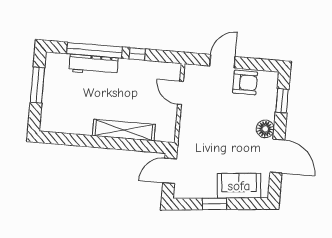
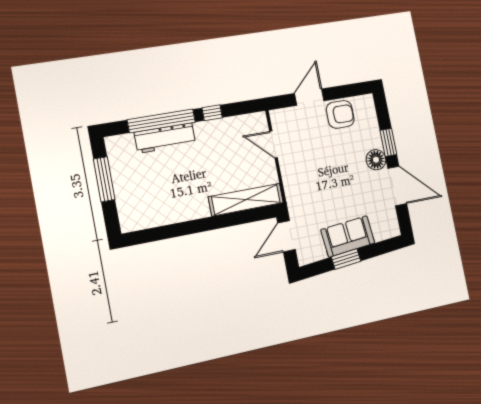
window: (282, 101) -> (388, 142), moved
shelving: (124, 130) -> (246, 200), moved
sofa: (239, 186) -> (348, 236), moved

